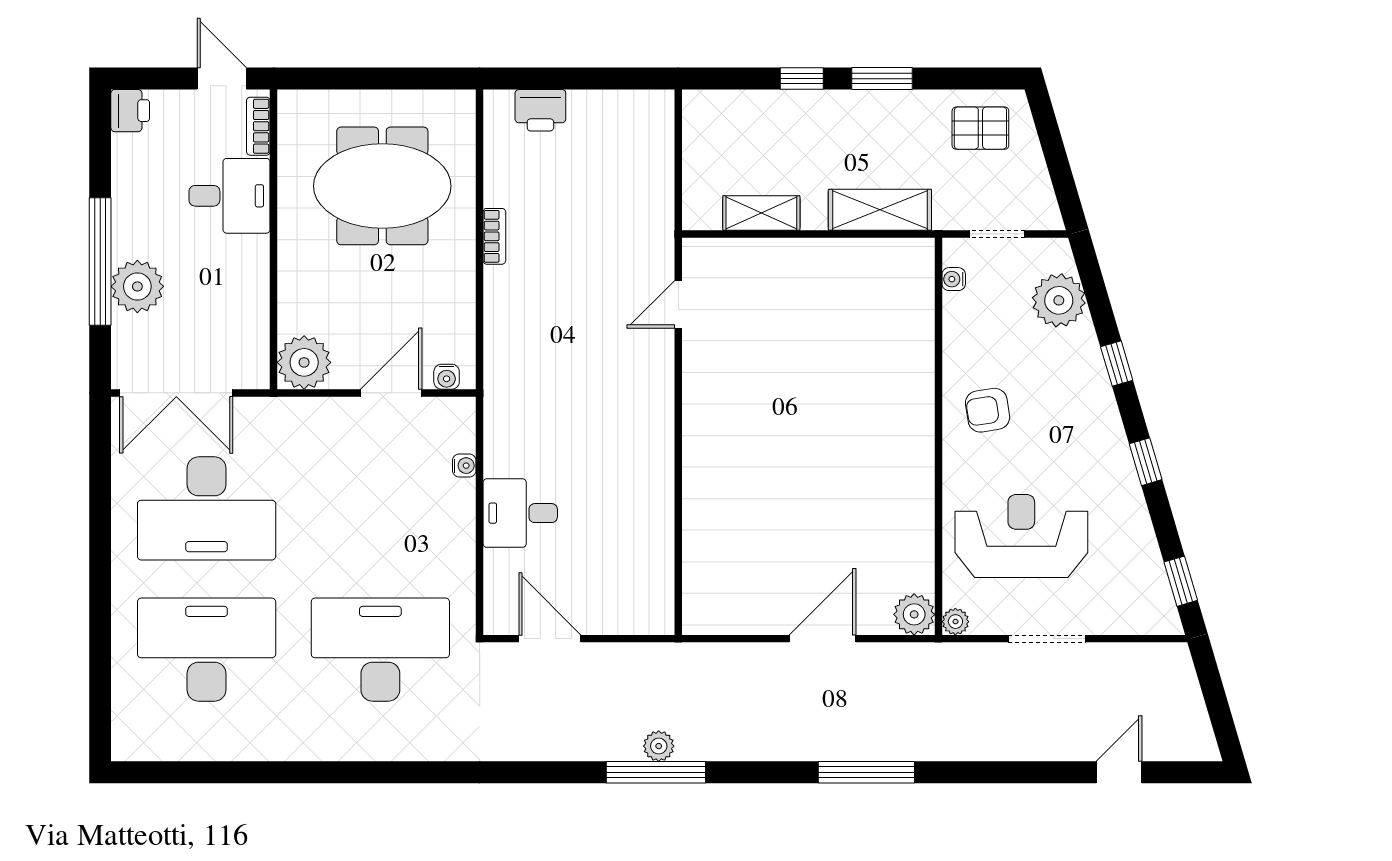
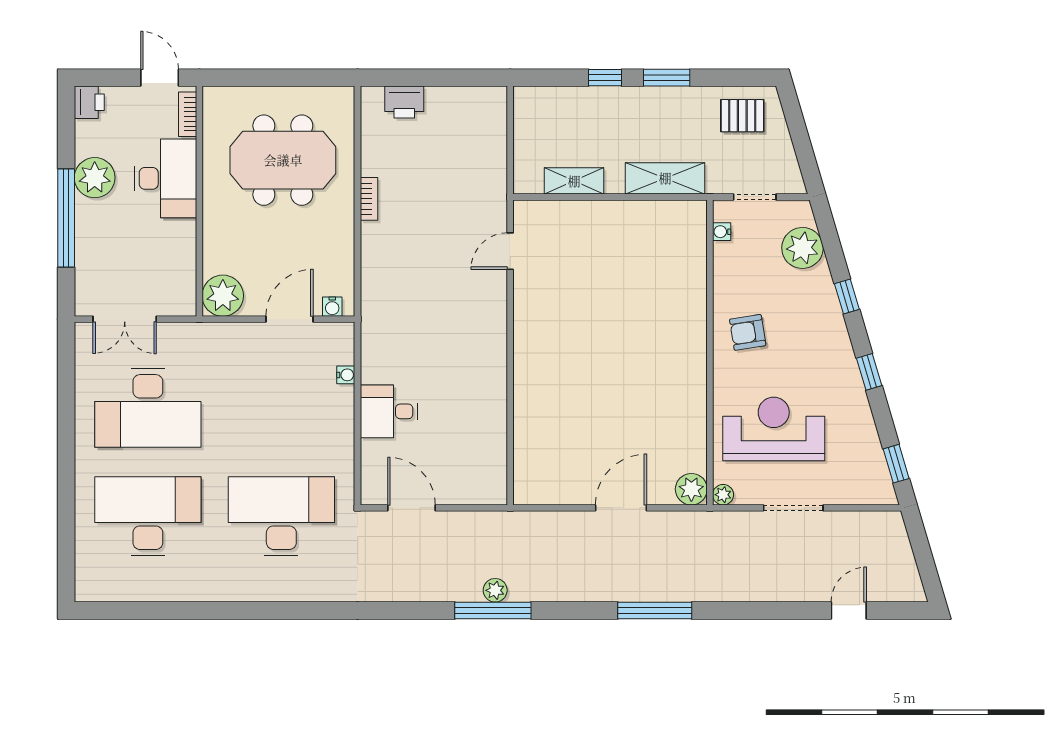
desk: (229, 196) -> (165, 178), width x1.37
plant: (137, 286) -> (95, 178), moved
double door: (176, 393) -> (125, 319), width x0.73

